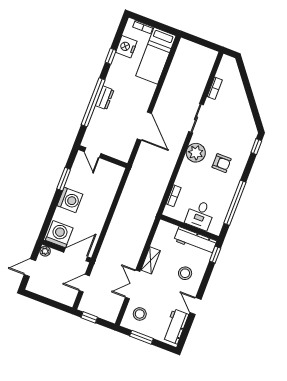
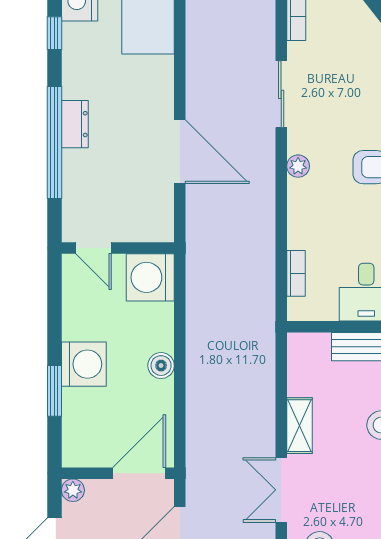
plant: (196, 153) -> (298, 166), width x0.53, depth x0.53
window: (64, 179) -> (54, 391), moved
boiler: (102, 213) -> (161, 366), added
washing machine: (59, 234) -> (150, 277), moved, turned -90

